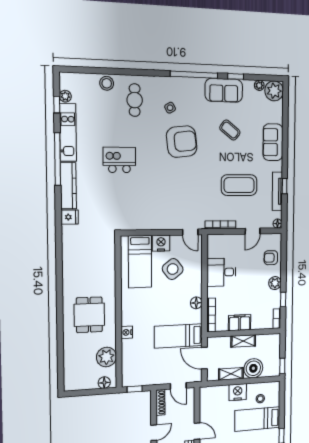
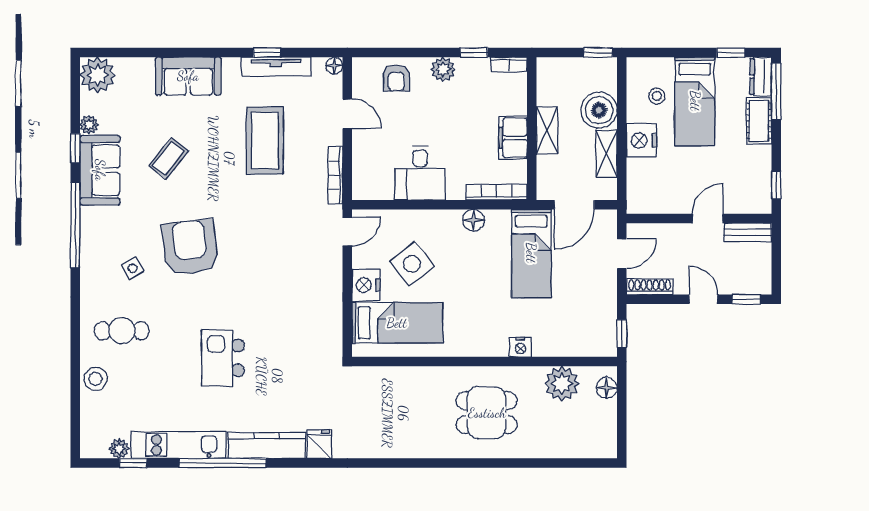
plant: (259, 85) -> (89, 125), moved

